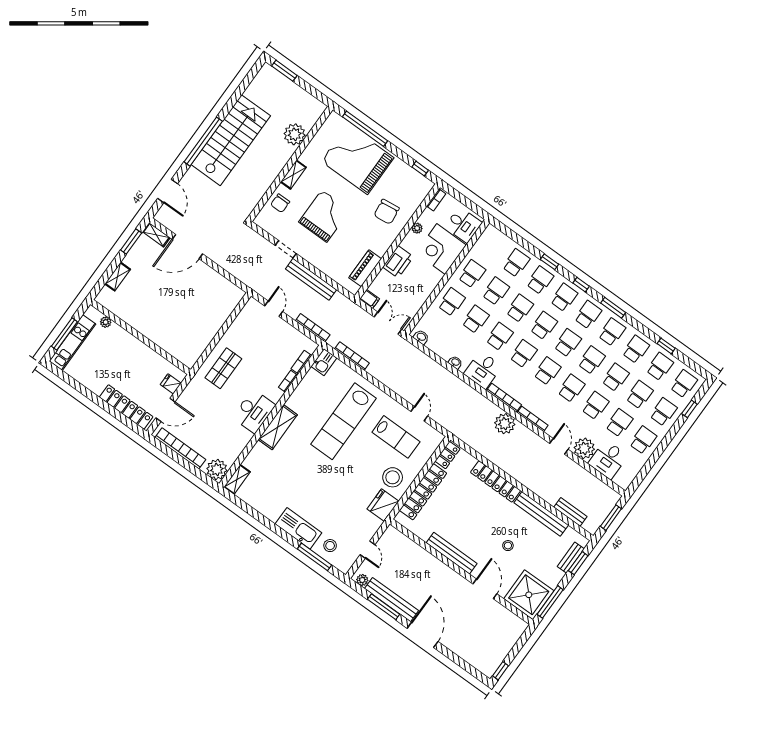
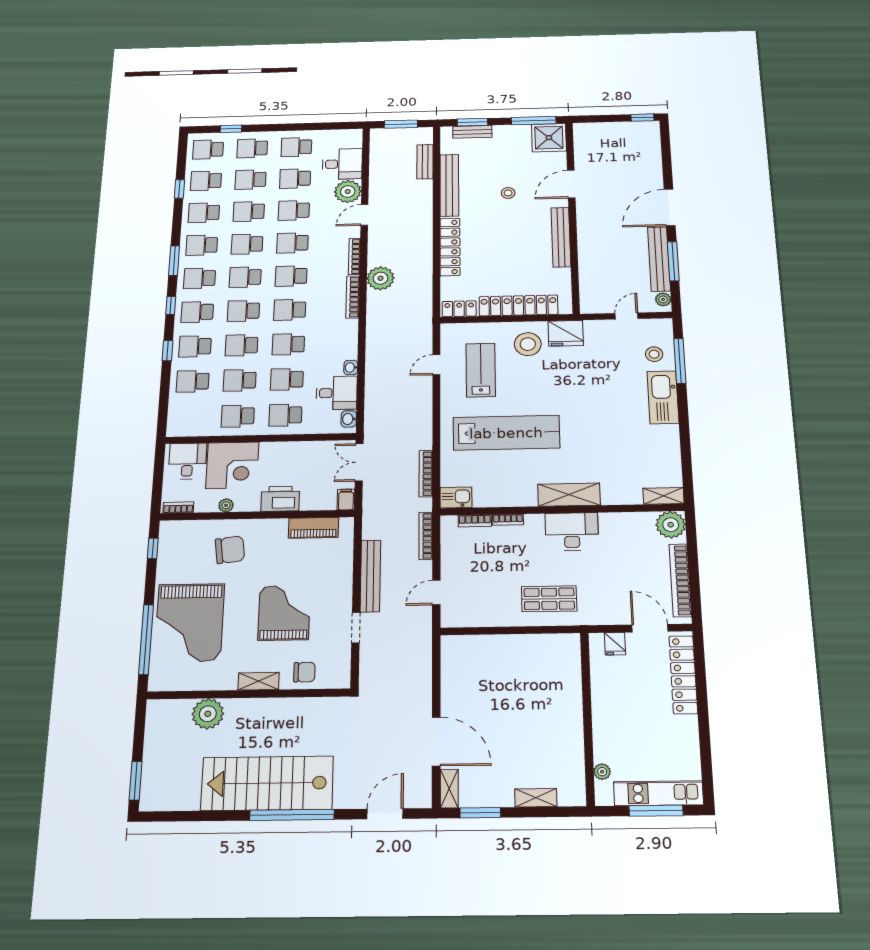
grand piano: (324, 216) -> (284, 613), turned 90
desk: (483, 370) -> (337, 393), moved
shower: (529, 595) -> (549, 138), width x0.73, depth x0.73

